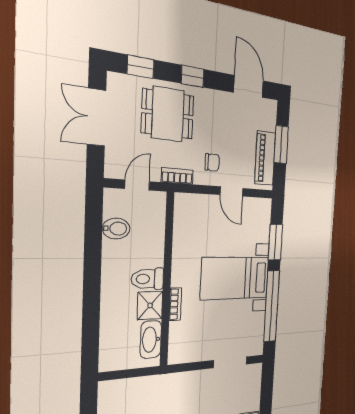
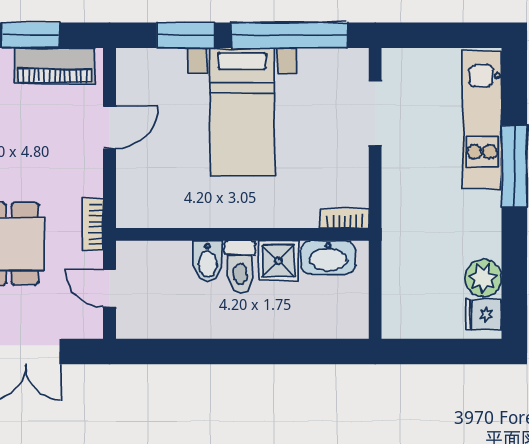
chair: (212, 162) -> (69, 165), removed
bidet: (116, 229) -> (208, 261), moved, turned 180
bookcase: (175, 304) -> (345, 218), moved

